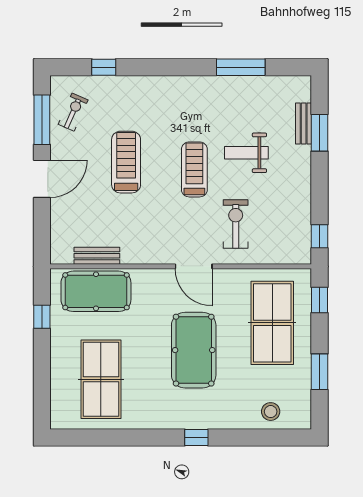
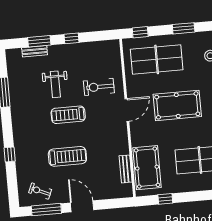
window: (104, 67) -> (10, 154), moved
treadmill: (126, 162) -> (67, 156), turned 180
window: (319, 236) -> (72, 38), moved

